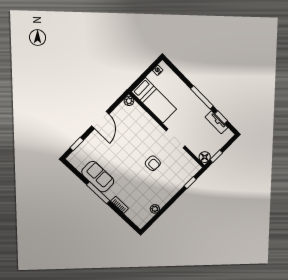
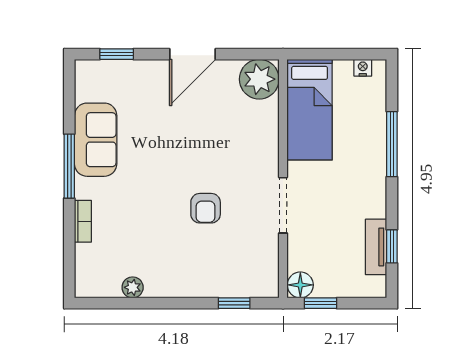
window: (202, 97) -> (392, 144), moved
plant: (129, 101) -> (259, 79), width x1.87, depth x1.87

